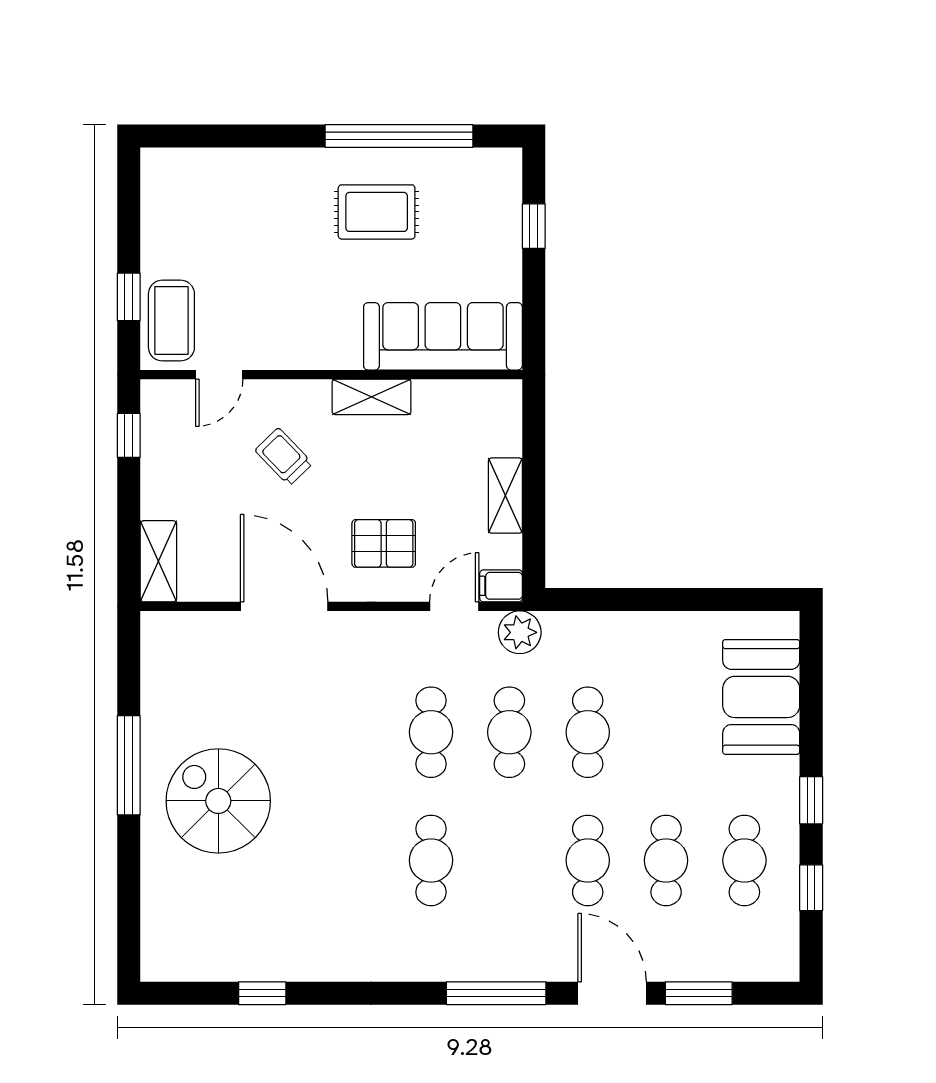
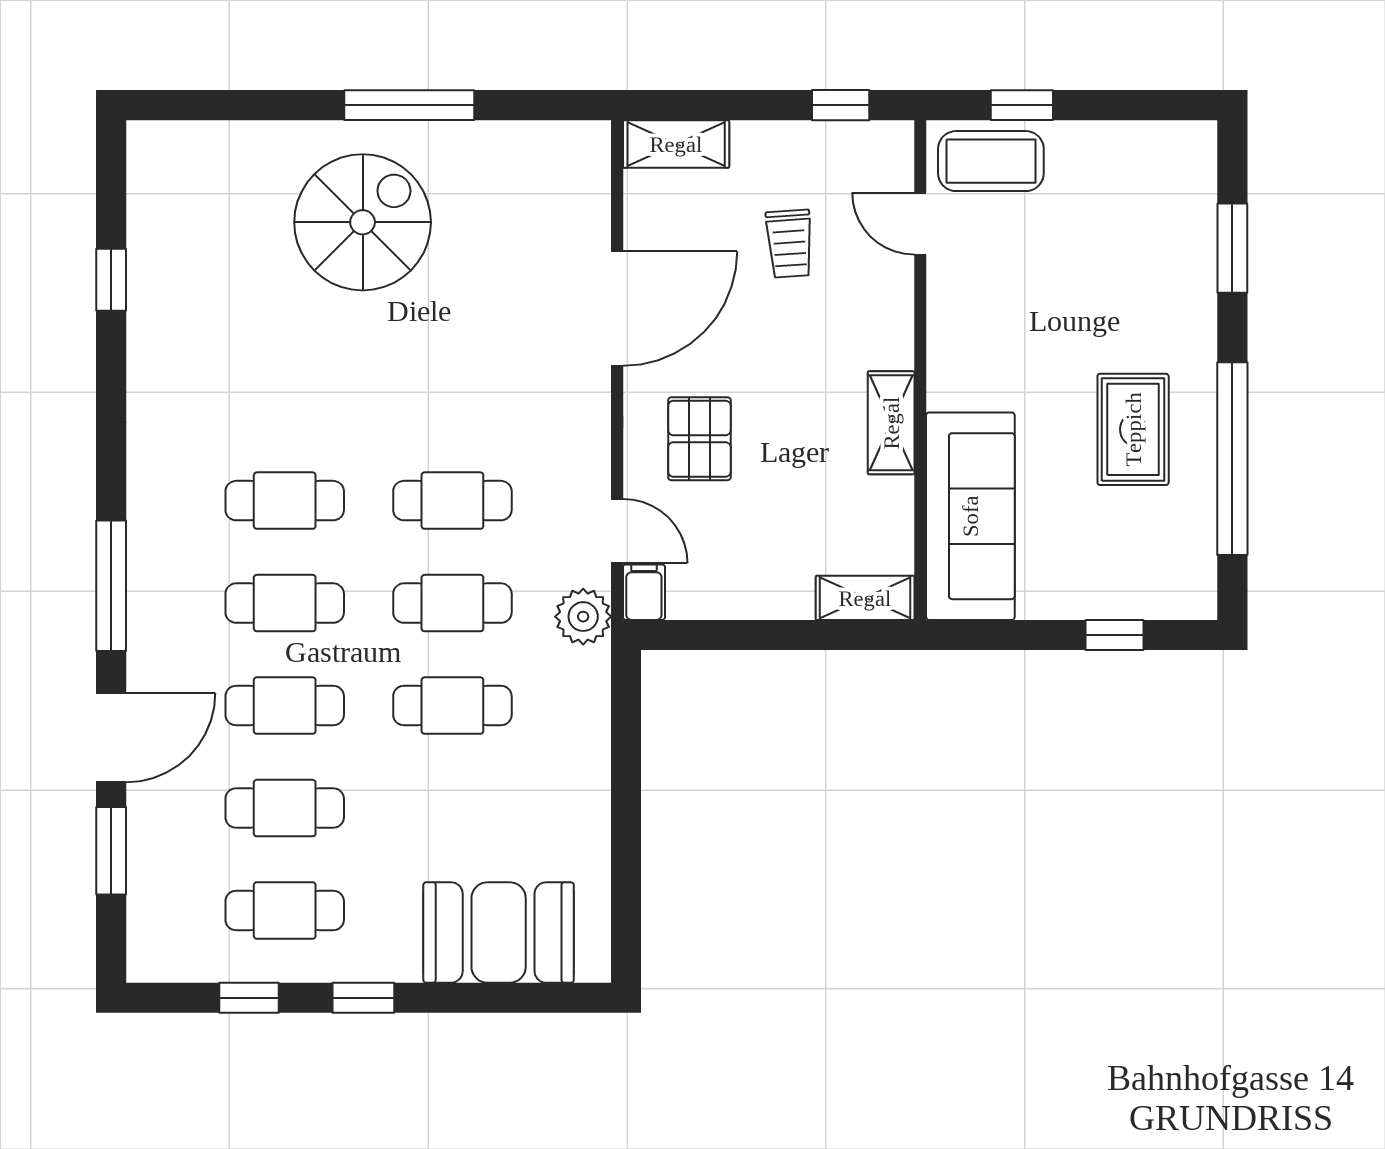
window: (238, 136) -> (1232, 248), added
trolley: (284, 457) -> (789, 244), moved, turned 130
shelving: (505, 496) -> (865, 598), moved
cafe table: (509, 860) -> (285, 603), added

